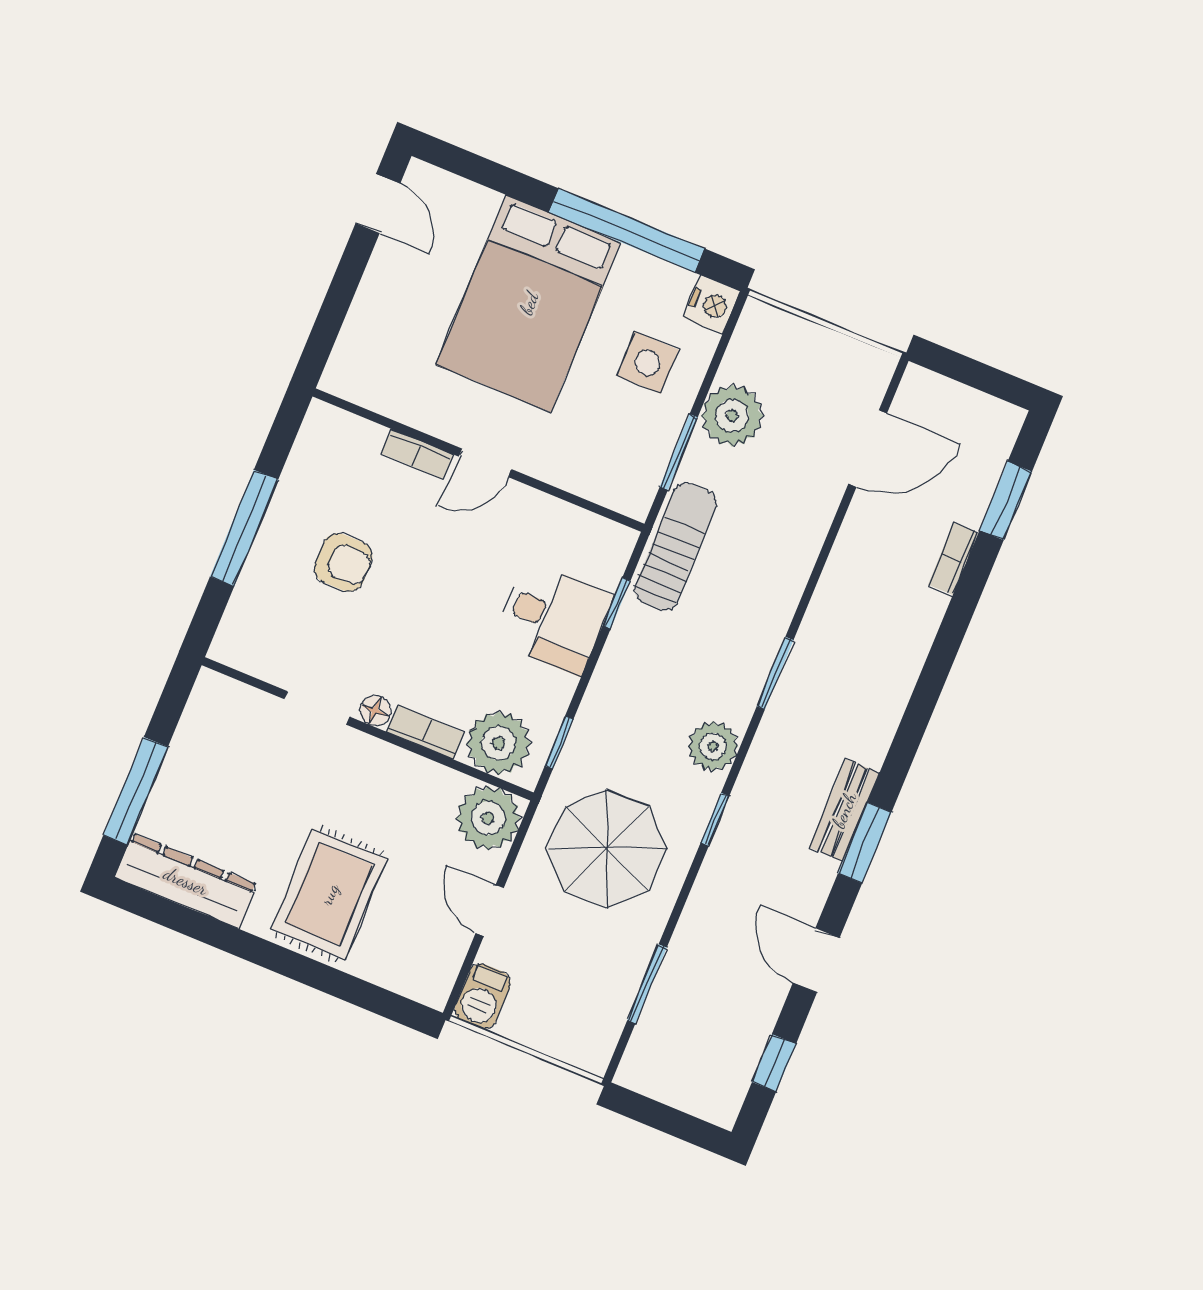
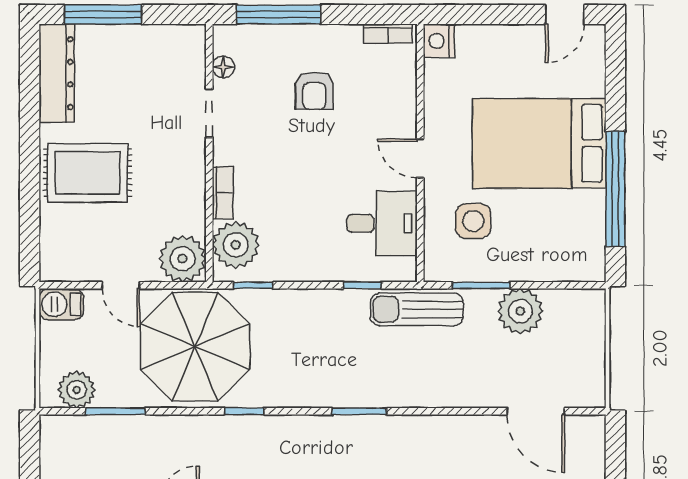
nightstand: (712, 305) -> (439, 41), moved, turned 90
side table: (648, 363) -> (473, 221), moved
bookcase: (417, 454) -> (388, 34), moved, turned -90
window: (244, 528) -> (278, 14), moved
sun lounger: (675, 546) -> (417, 309), turned 180
desk: (554, 618) -> (382, 223), moved, turned -90
floor lamp: (375, 711) -> (223, 67), moved
plant: (713, 746) -> (77, 390), moved
parasol: (607, 849) -> (195, 347), width x1.36, depth x1.36
door: (490, 911) -> (121, 285), swing flipped

